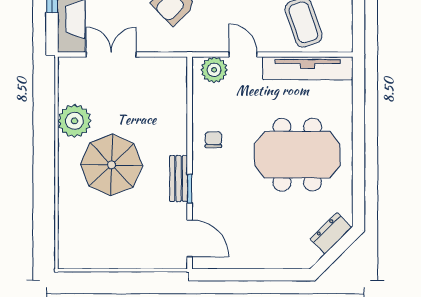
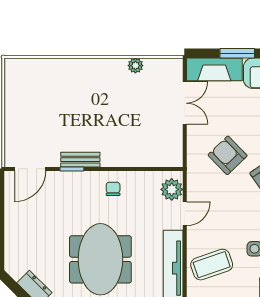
plant: (74, 121) -> (135, 66), width x0.53, depth x0.53
chair: (213, 140) -> (113, 189), turned -90
parasol: (111, 165) -> (92, 103), removed

